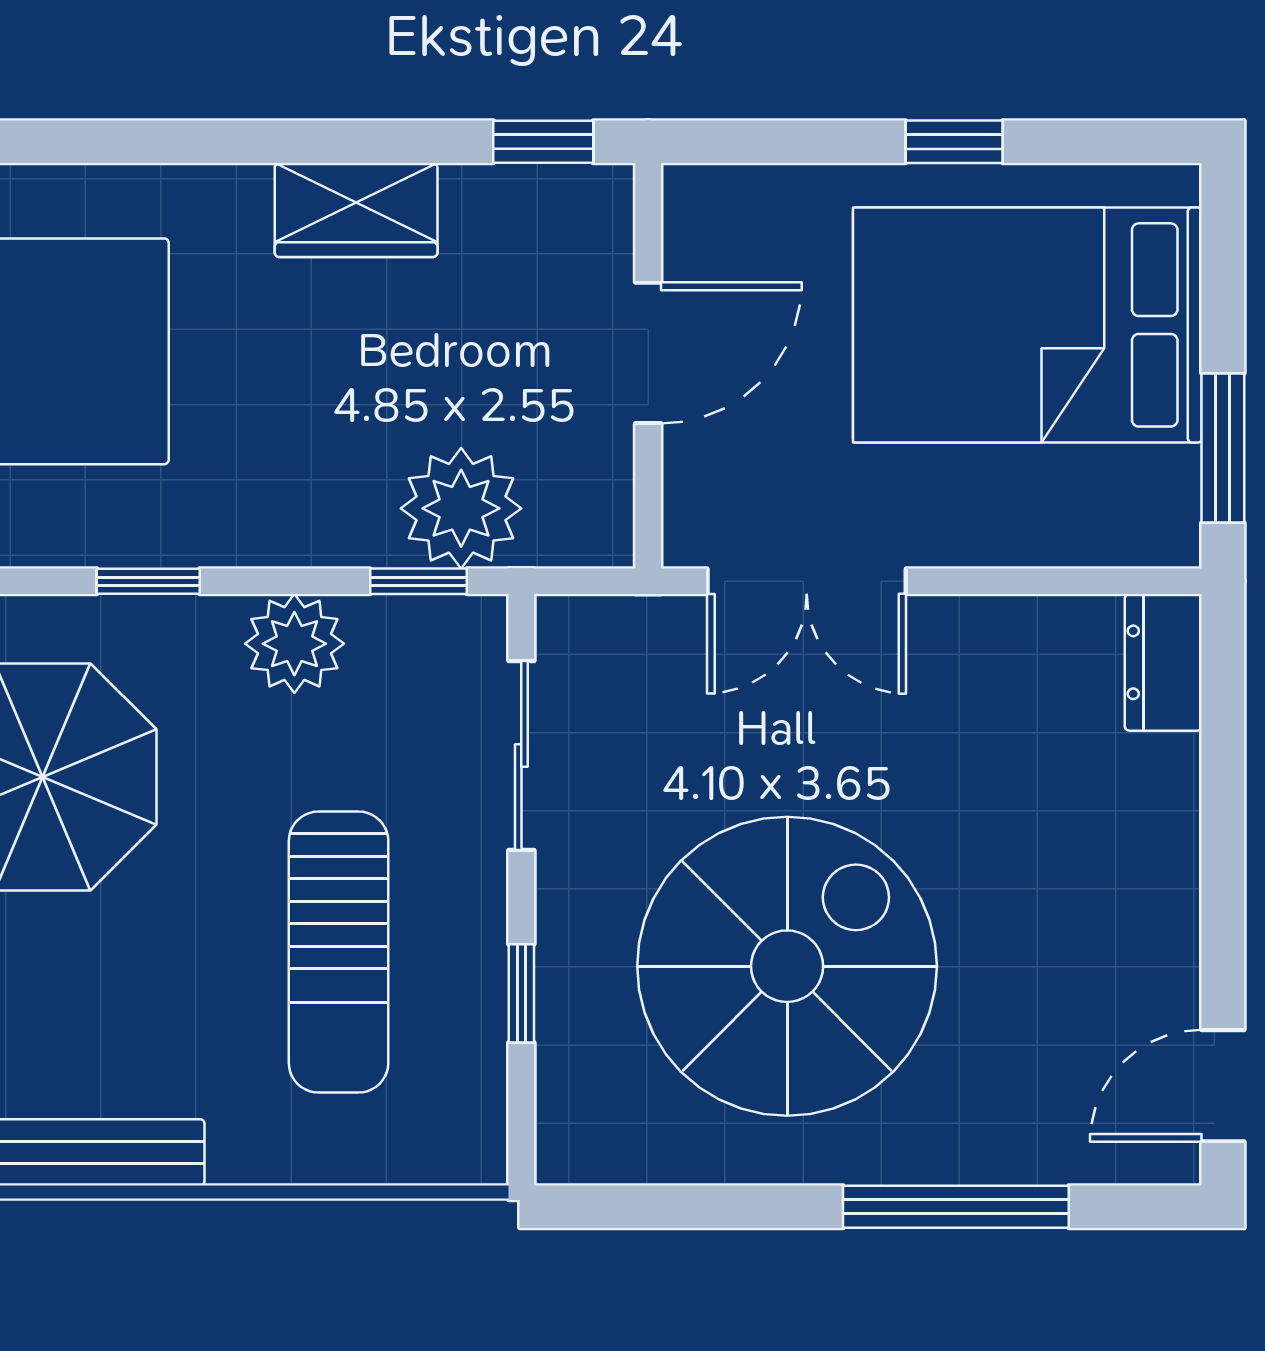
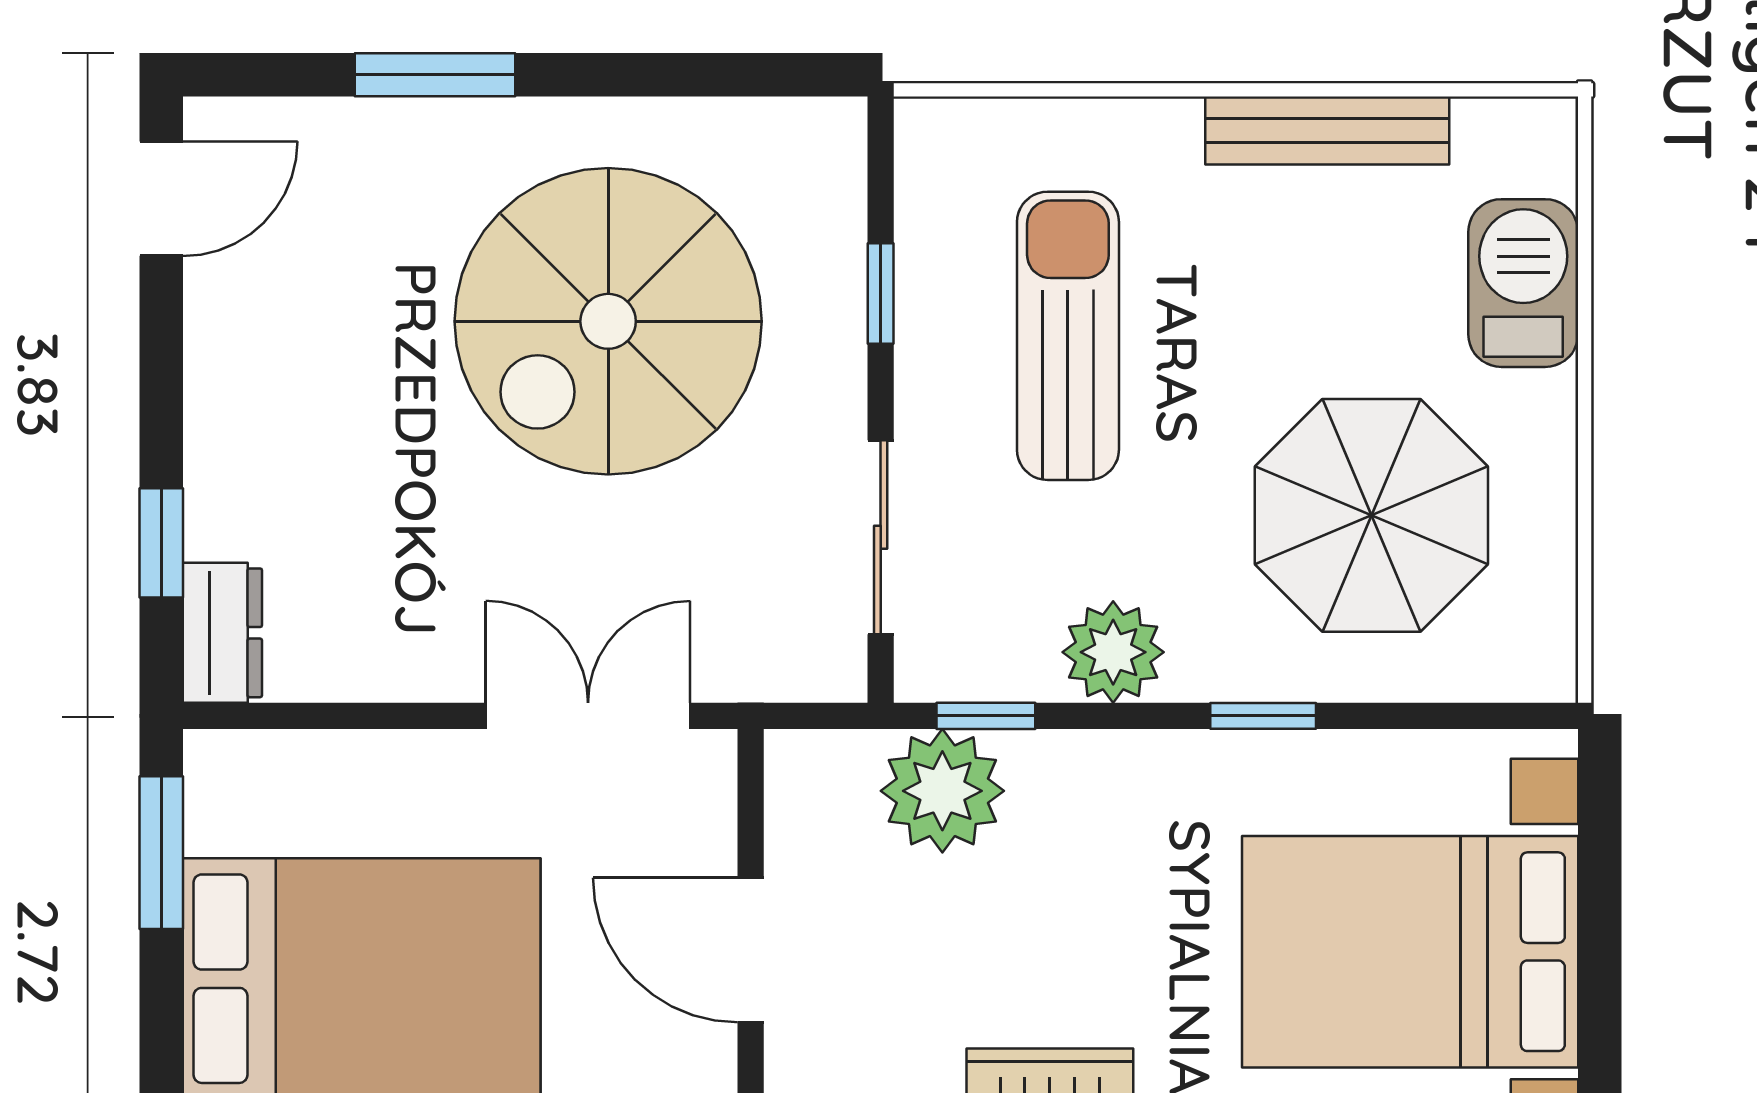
door: (648, 353) -> (751, 950), hinge flipped
window: (1223, 750) -> (161, 543), added
window: (956, 1207) -> (435, 75), width x0.69

